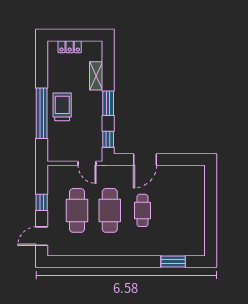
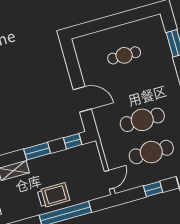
trolley: (62, 107) -> (54, 195), turned 180
door: (87, 163) -> (109, 180), moved
cafe table: (142, 210) -> (124, 55), moved

